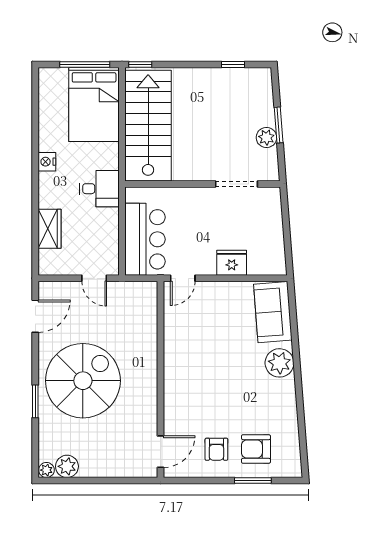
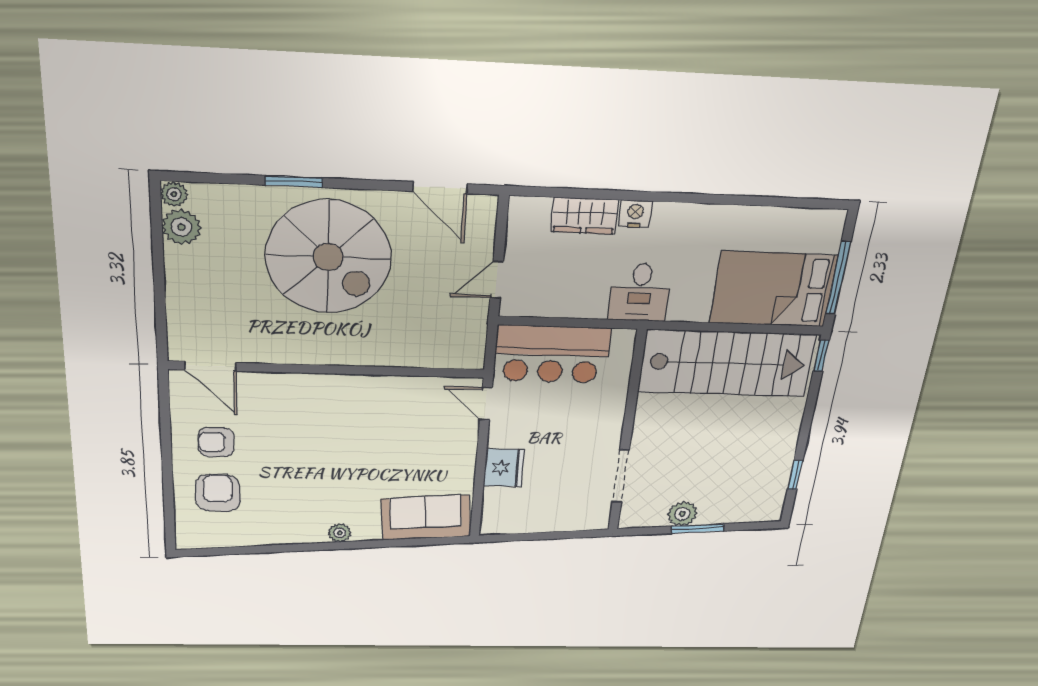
nightstand: (47, 162) -> (635, 214), moved
plant: (279, 363) -> (340, 533), width x0.53, depth x0.53
window: (253, 481) -> (168, 488), removed

